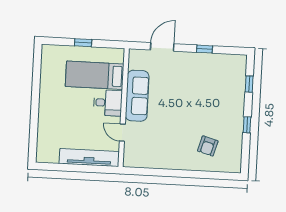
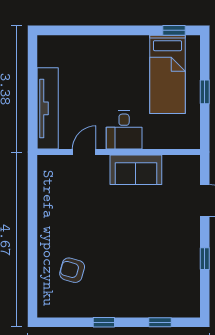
window: (37, 63) -> (174, 30), added
bed: (95, 75) -> (167, 74), moved, turned 180
sofa: (137, 96) -> (136, 170), width x0.73

